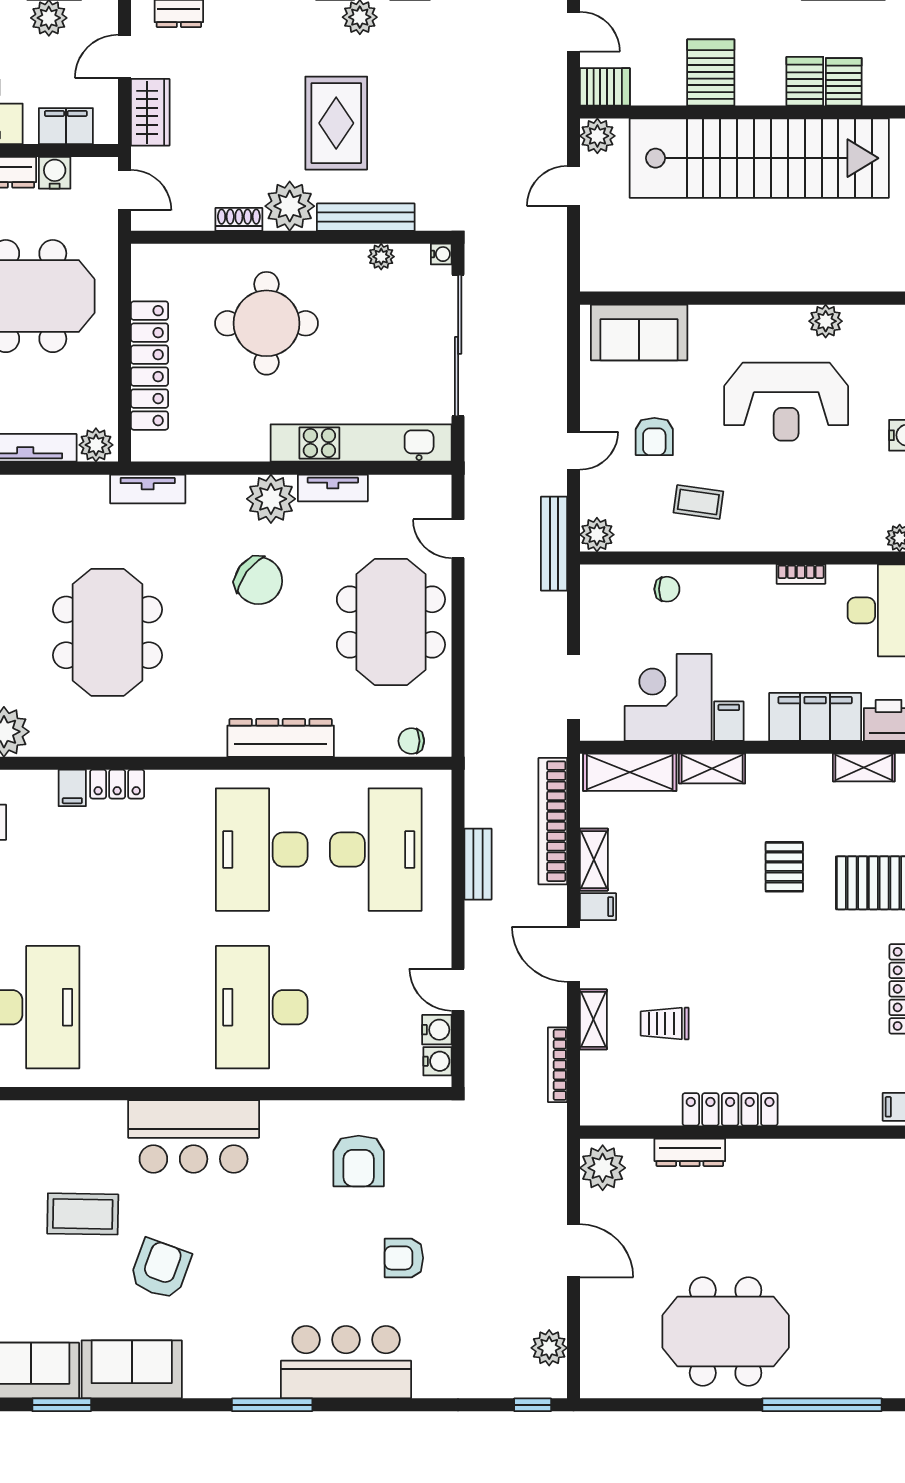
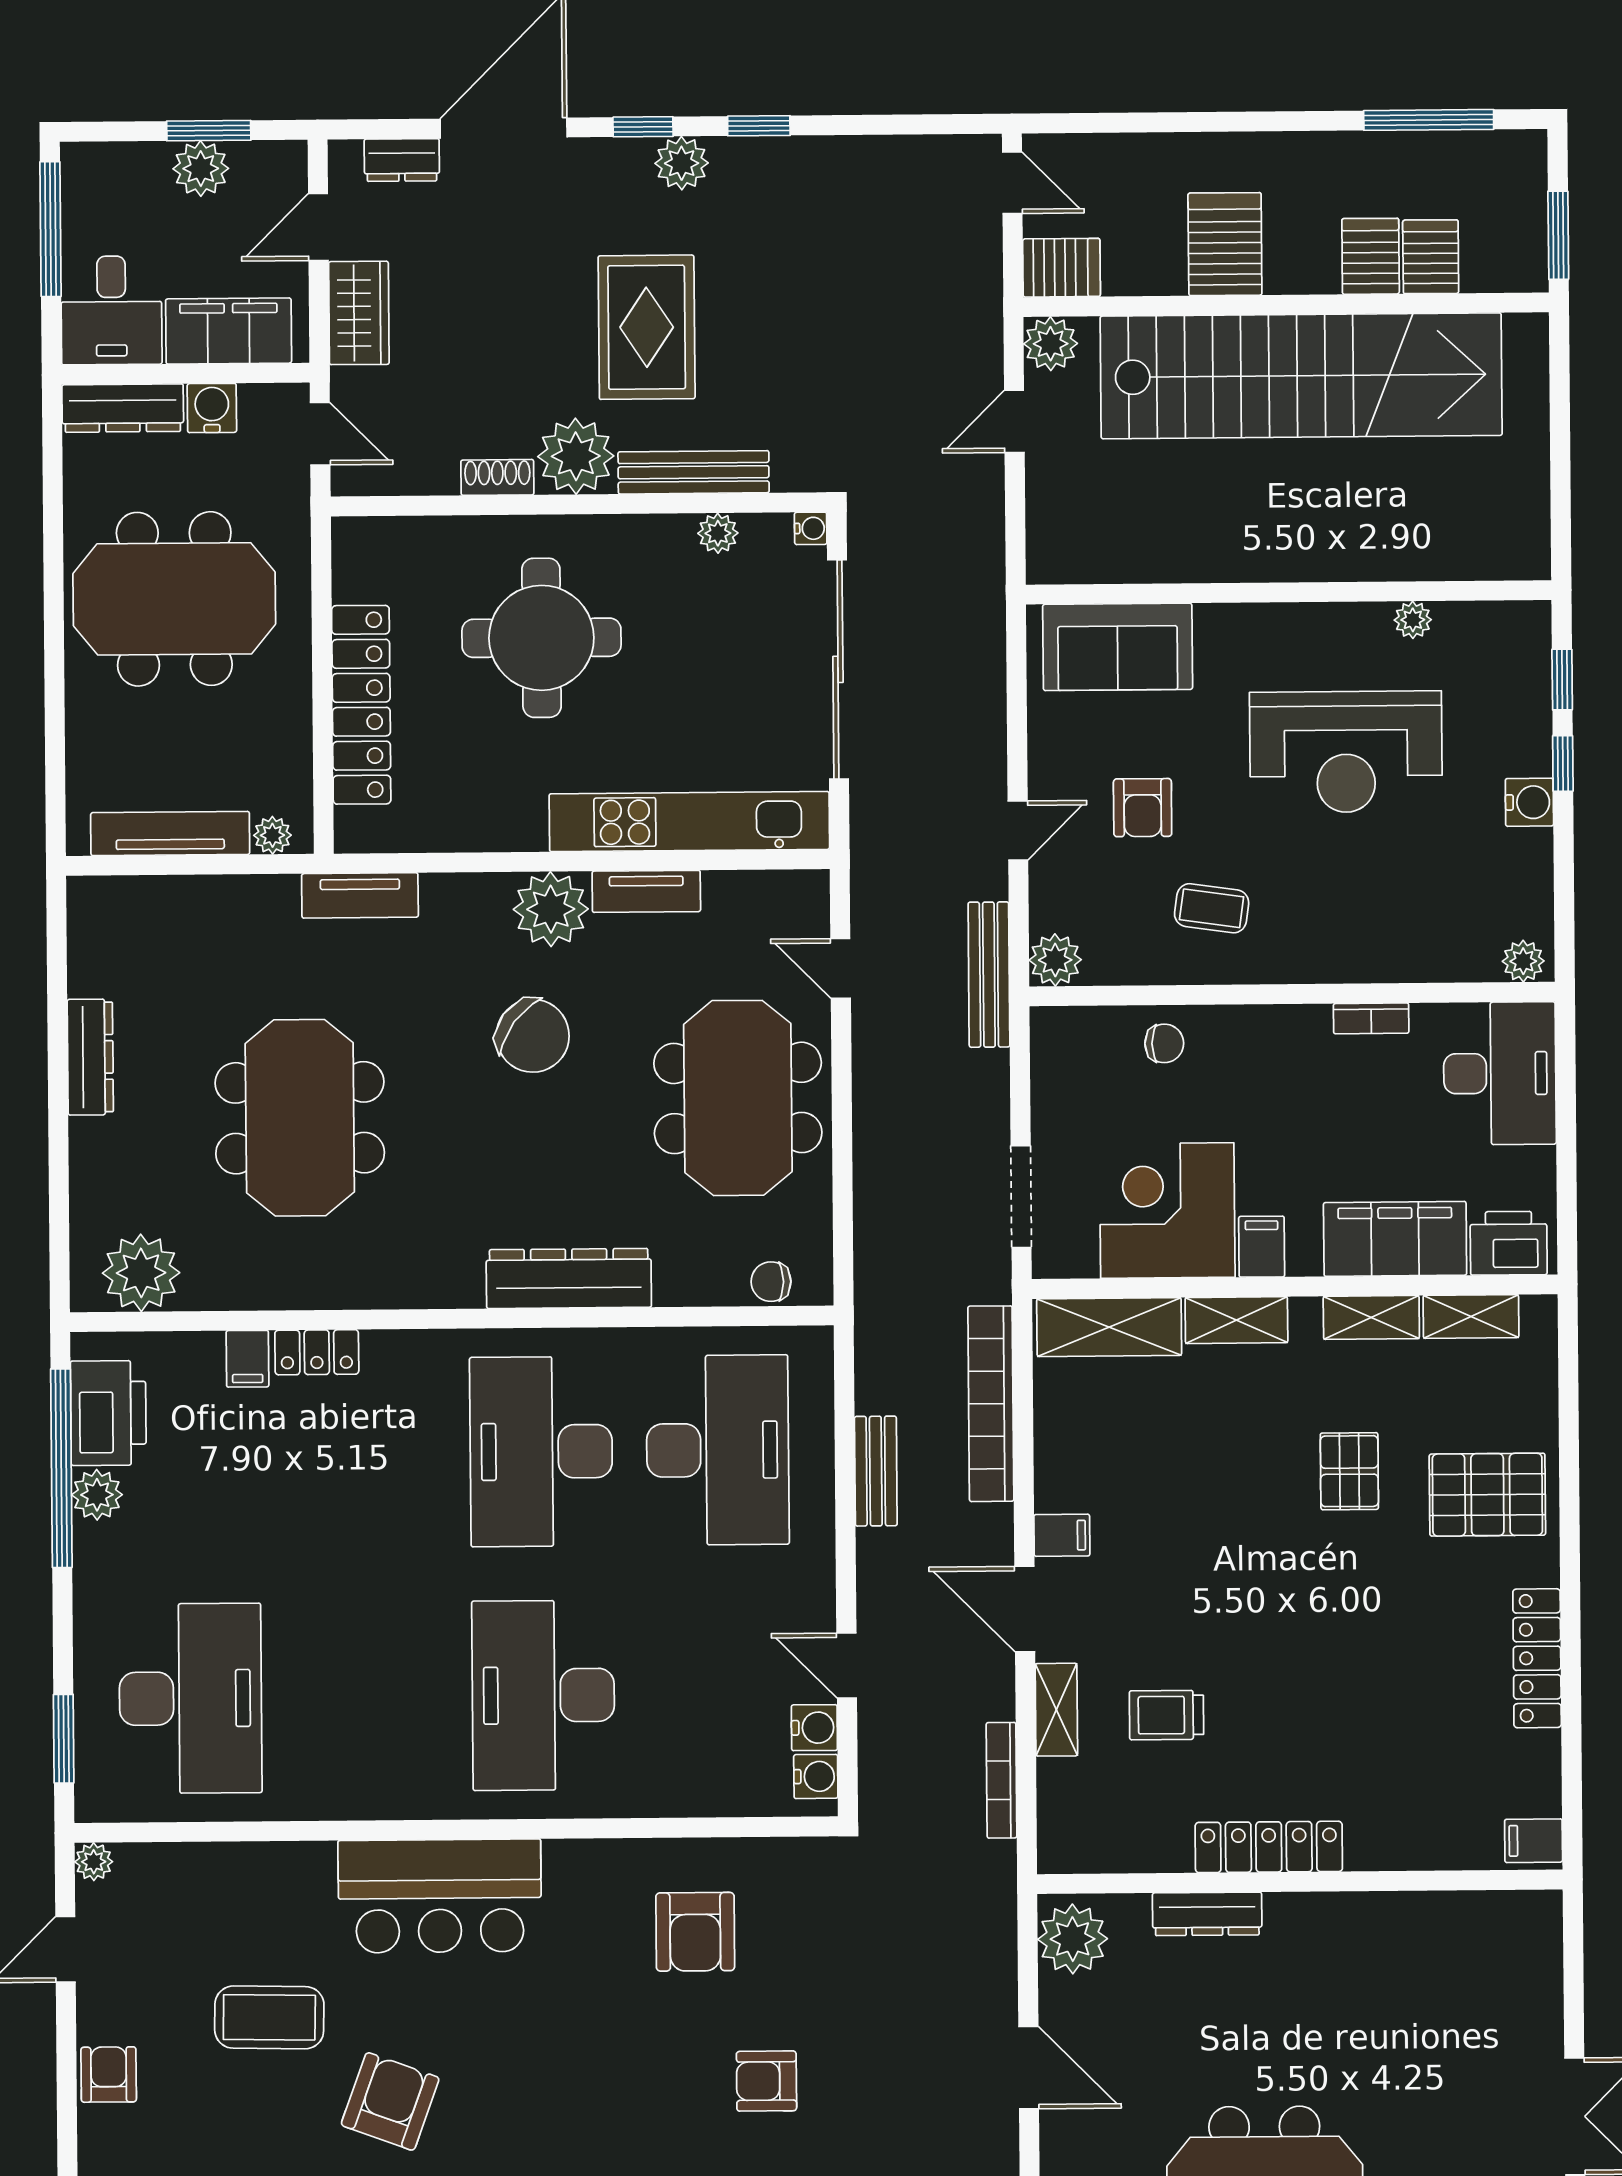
filing cabinet: (66, 126) -> (229, 331), width x1.50, depth x1.17
plant: (826, 321) -> (1413, 620), width x0.73, depth x0.73
plant: (96, 445) -> (272, 835), width x0.73, depth x0.73
shelving: (594, 860) -> (1371, 1317), moved, turned 90

